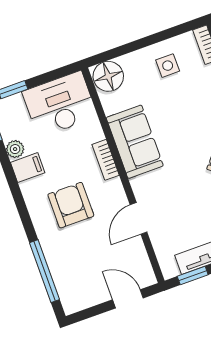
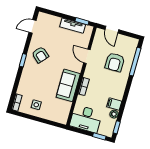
floor lamp: (108, 76) -> (61, 116), removed
armchair: (71, 205) -> (115, 62), moved
door: (139, 218) -> (87, 56), swing flipped

